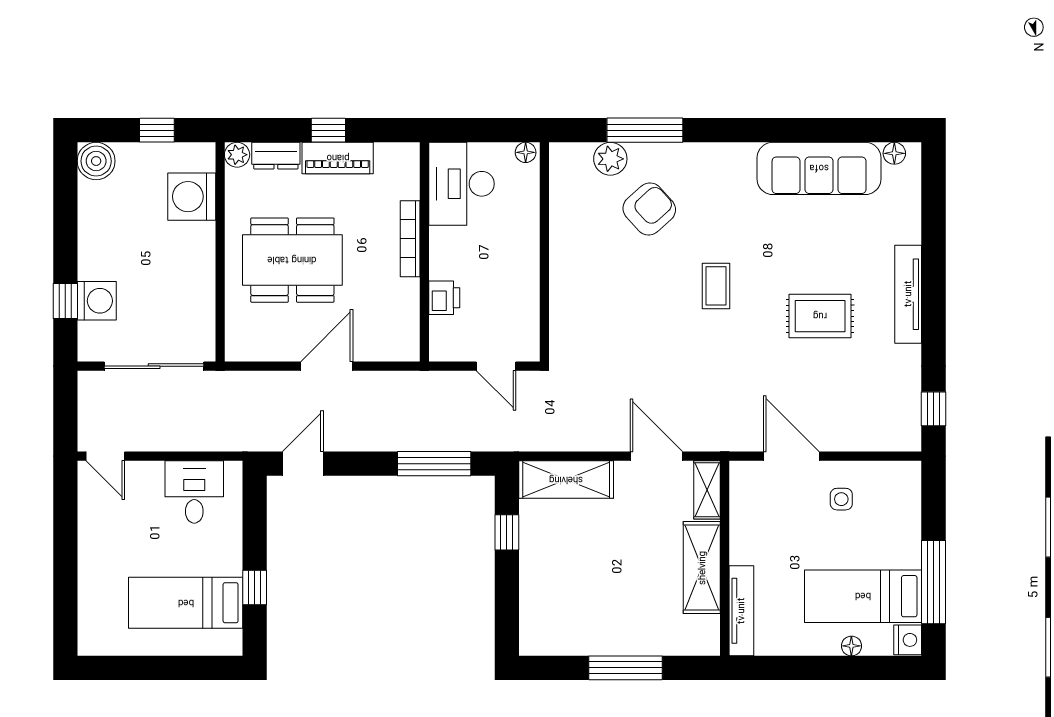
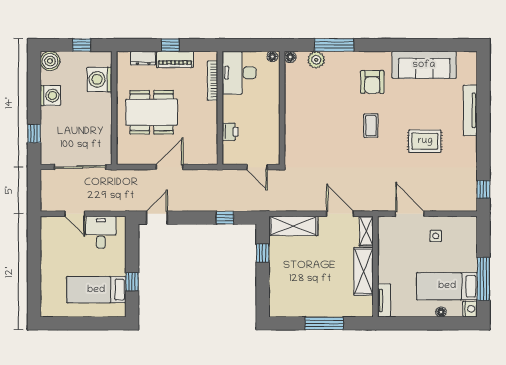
floor lamp: (894, 153) -> (290, 57), moved
plant: (237, 155) -> (123, 58), removed
armchair: (649, 209) -> (372, 82), moved, turned 132
bookcase: (410, 239) -> (213, 81), moved
tv unit: (908, 294) -> (470, 110), moved
washing machine: (97, 301) -> (50, 96), moved
door: (105, 456) -> (75, 214), moved
window: (434, 464) -> (225, 218), width x0.46
tv unit: (741, 611) -> (384, 301), width x0.71

